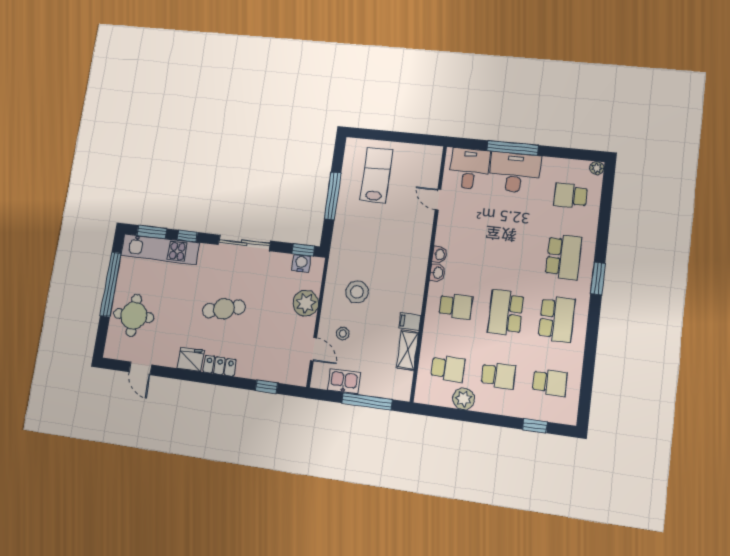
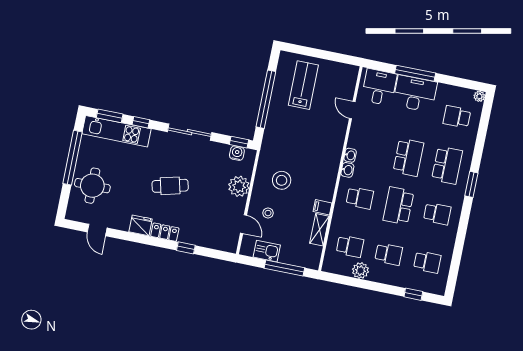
window: (333, 196) -> (266, 99), width x1.46
school desk: (513, 251) -> (408, 157), added
school desk: (557, 319) -> (437, 214), width x0.54
window: (267, 387) -> (186, 248), moved

